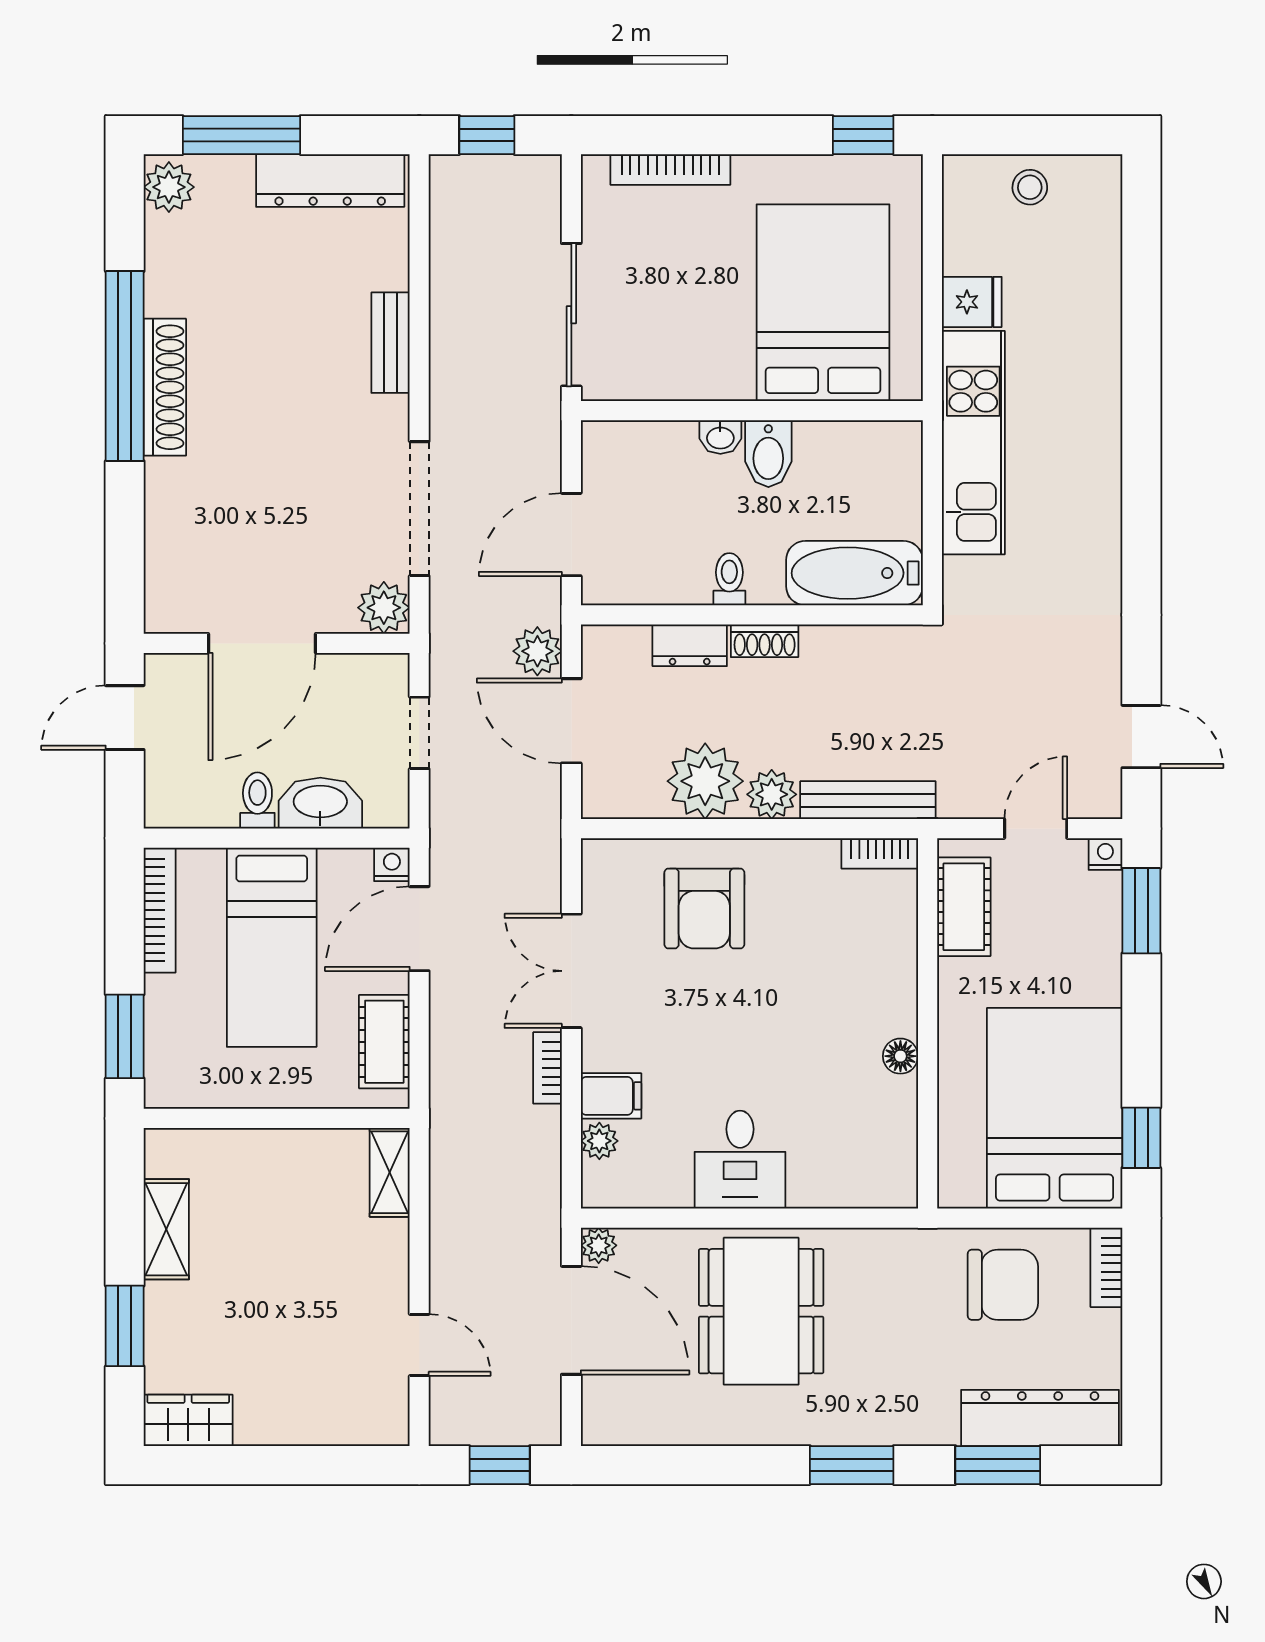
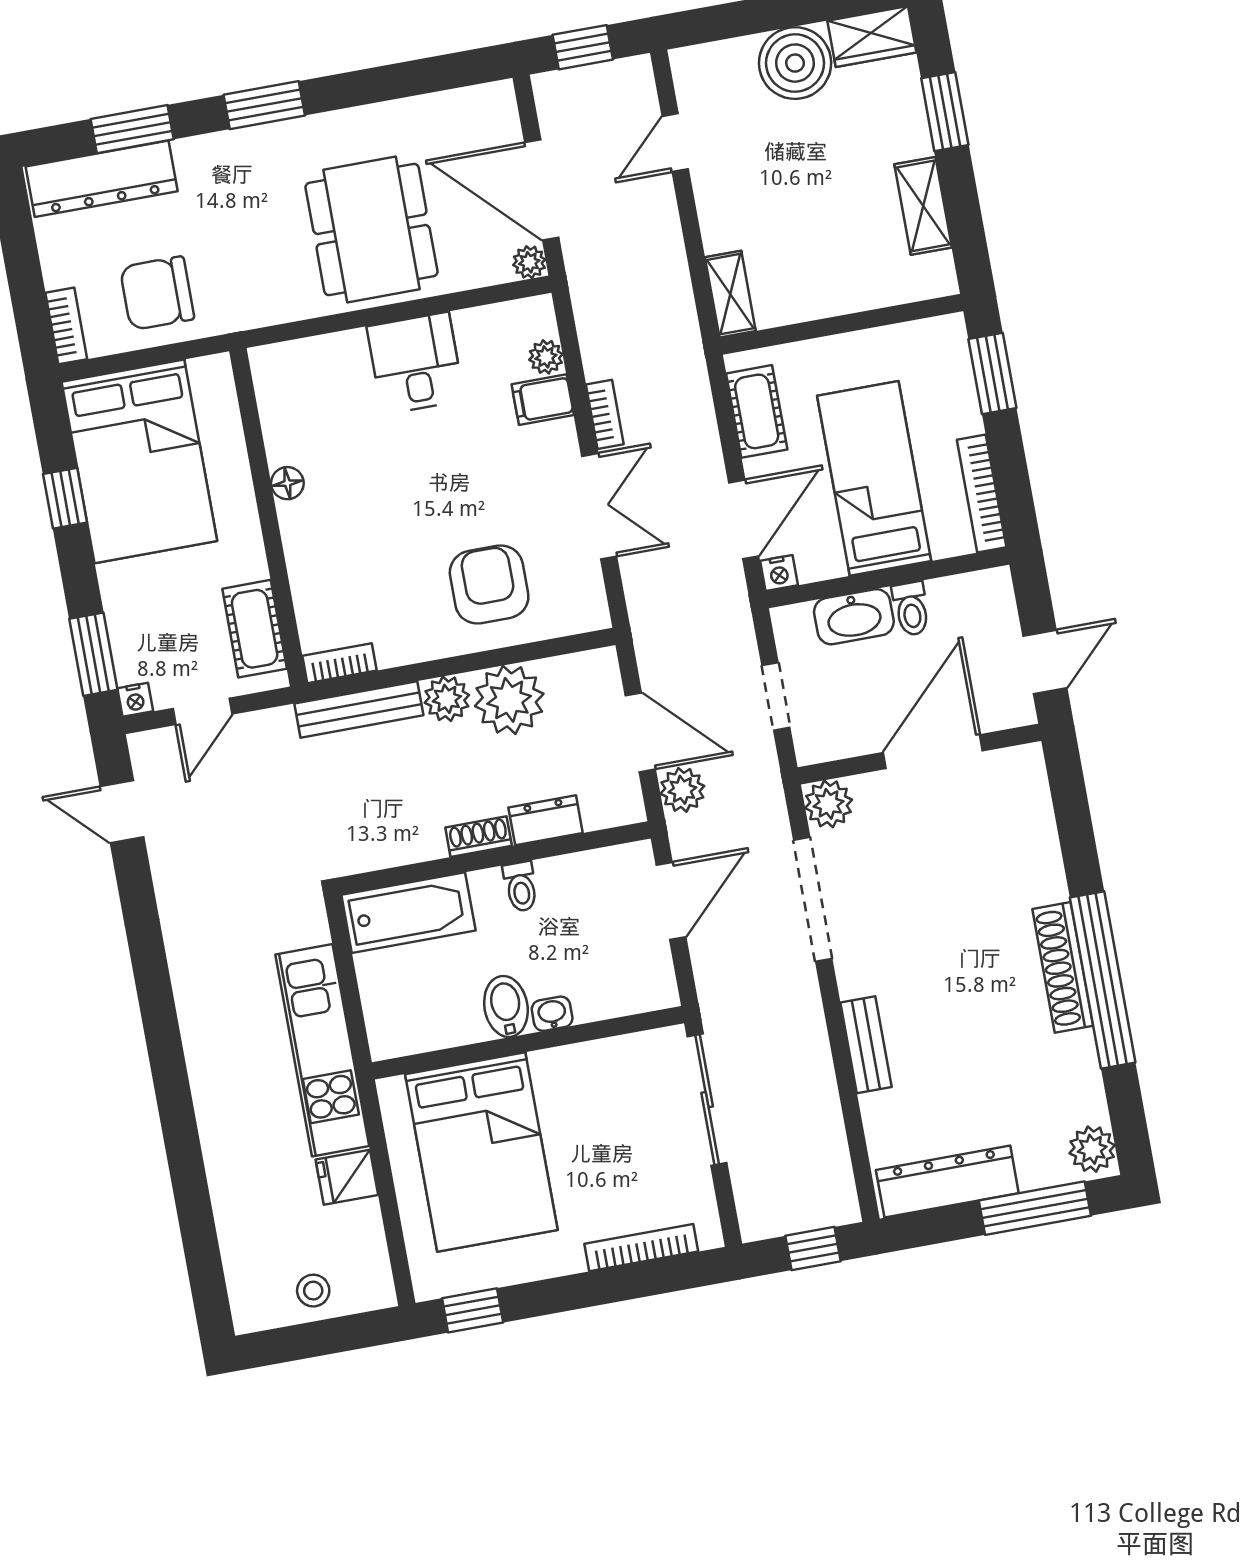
window: (1141, 1138) -> (65, 498), moved
door: (419, 1345) -> (675, 143), hinge flipped
boiler: (276, 1407) -> (795, 63), added

